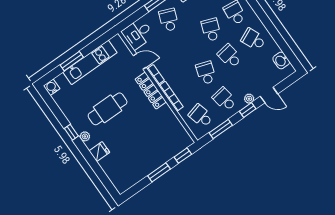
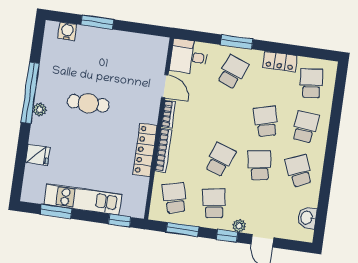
school desk: (211, 30) -> (266, 121), turned -36
kitchen unit: (90, 62) -> (83, 199), moved, turned 180
water cooler: (52, 87) -> (67, 31), moved
locker: (151, 91) -> (145, 150), moved
cafe table: (108, 109) -> (88, 103), width x0.73, depth x0.74
window: (71, 132) -> (30, 93), width x3.17
fridge: (99, 152) -> (38, 155), moved
window: (159, 172) -> (56, 211), moved

